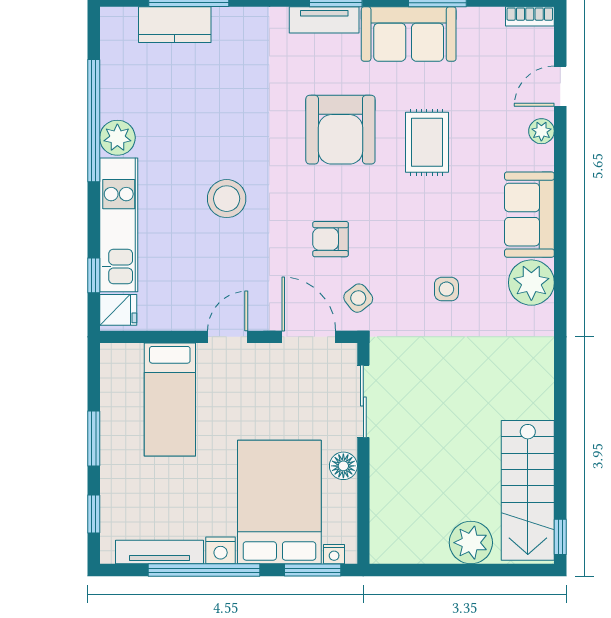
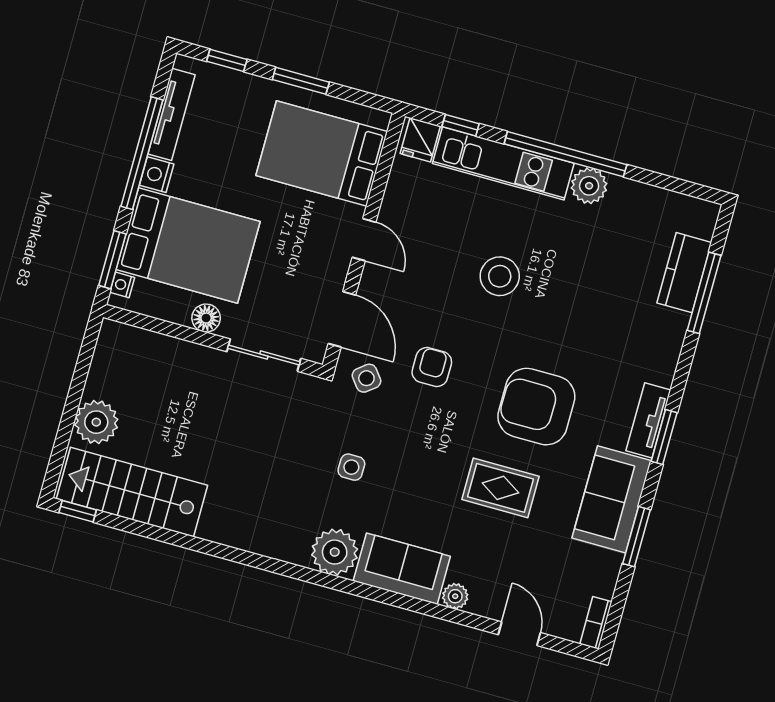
window: (94, 121) -> (565, 154), moved
plant: (541, 131) -> (455, 596), moved
door: (309, 337) -> (342, 319), hinge flipped
bed: (170, 400) -> (322, 153), width x1.50

